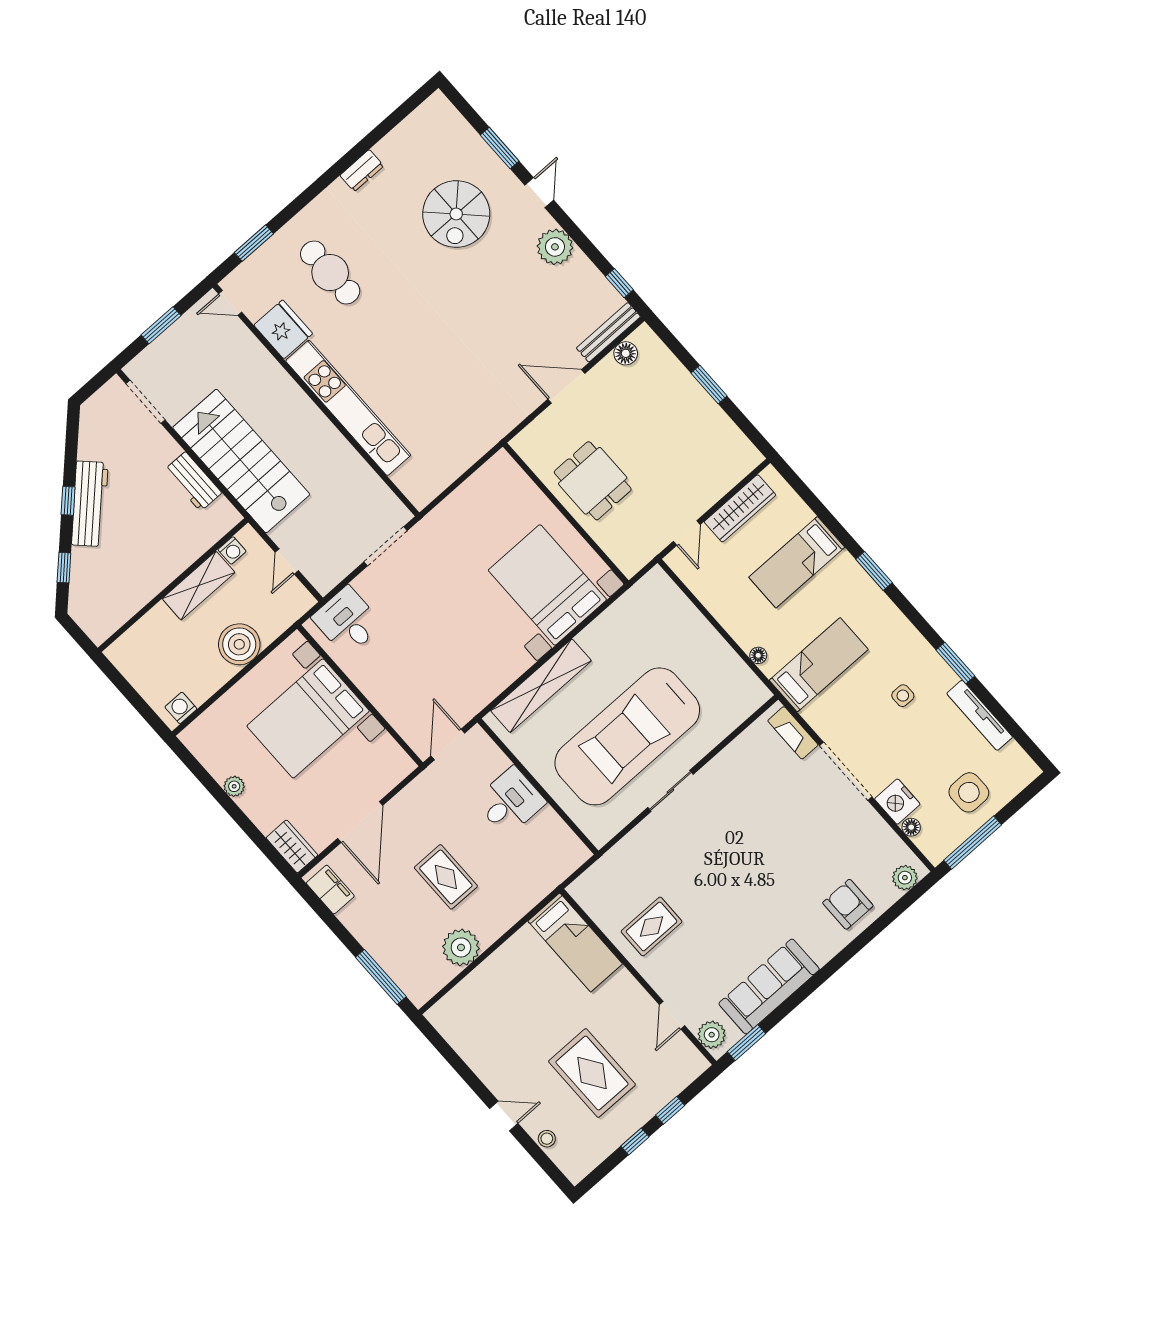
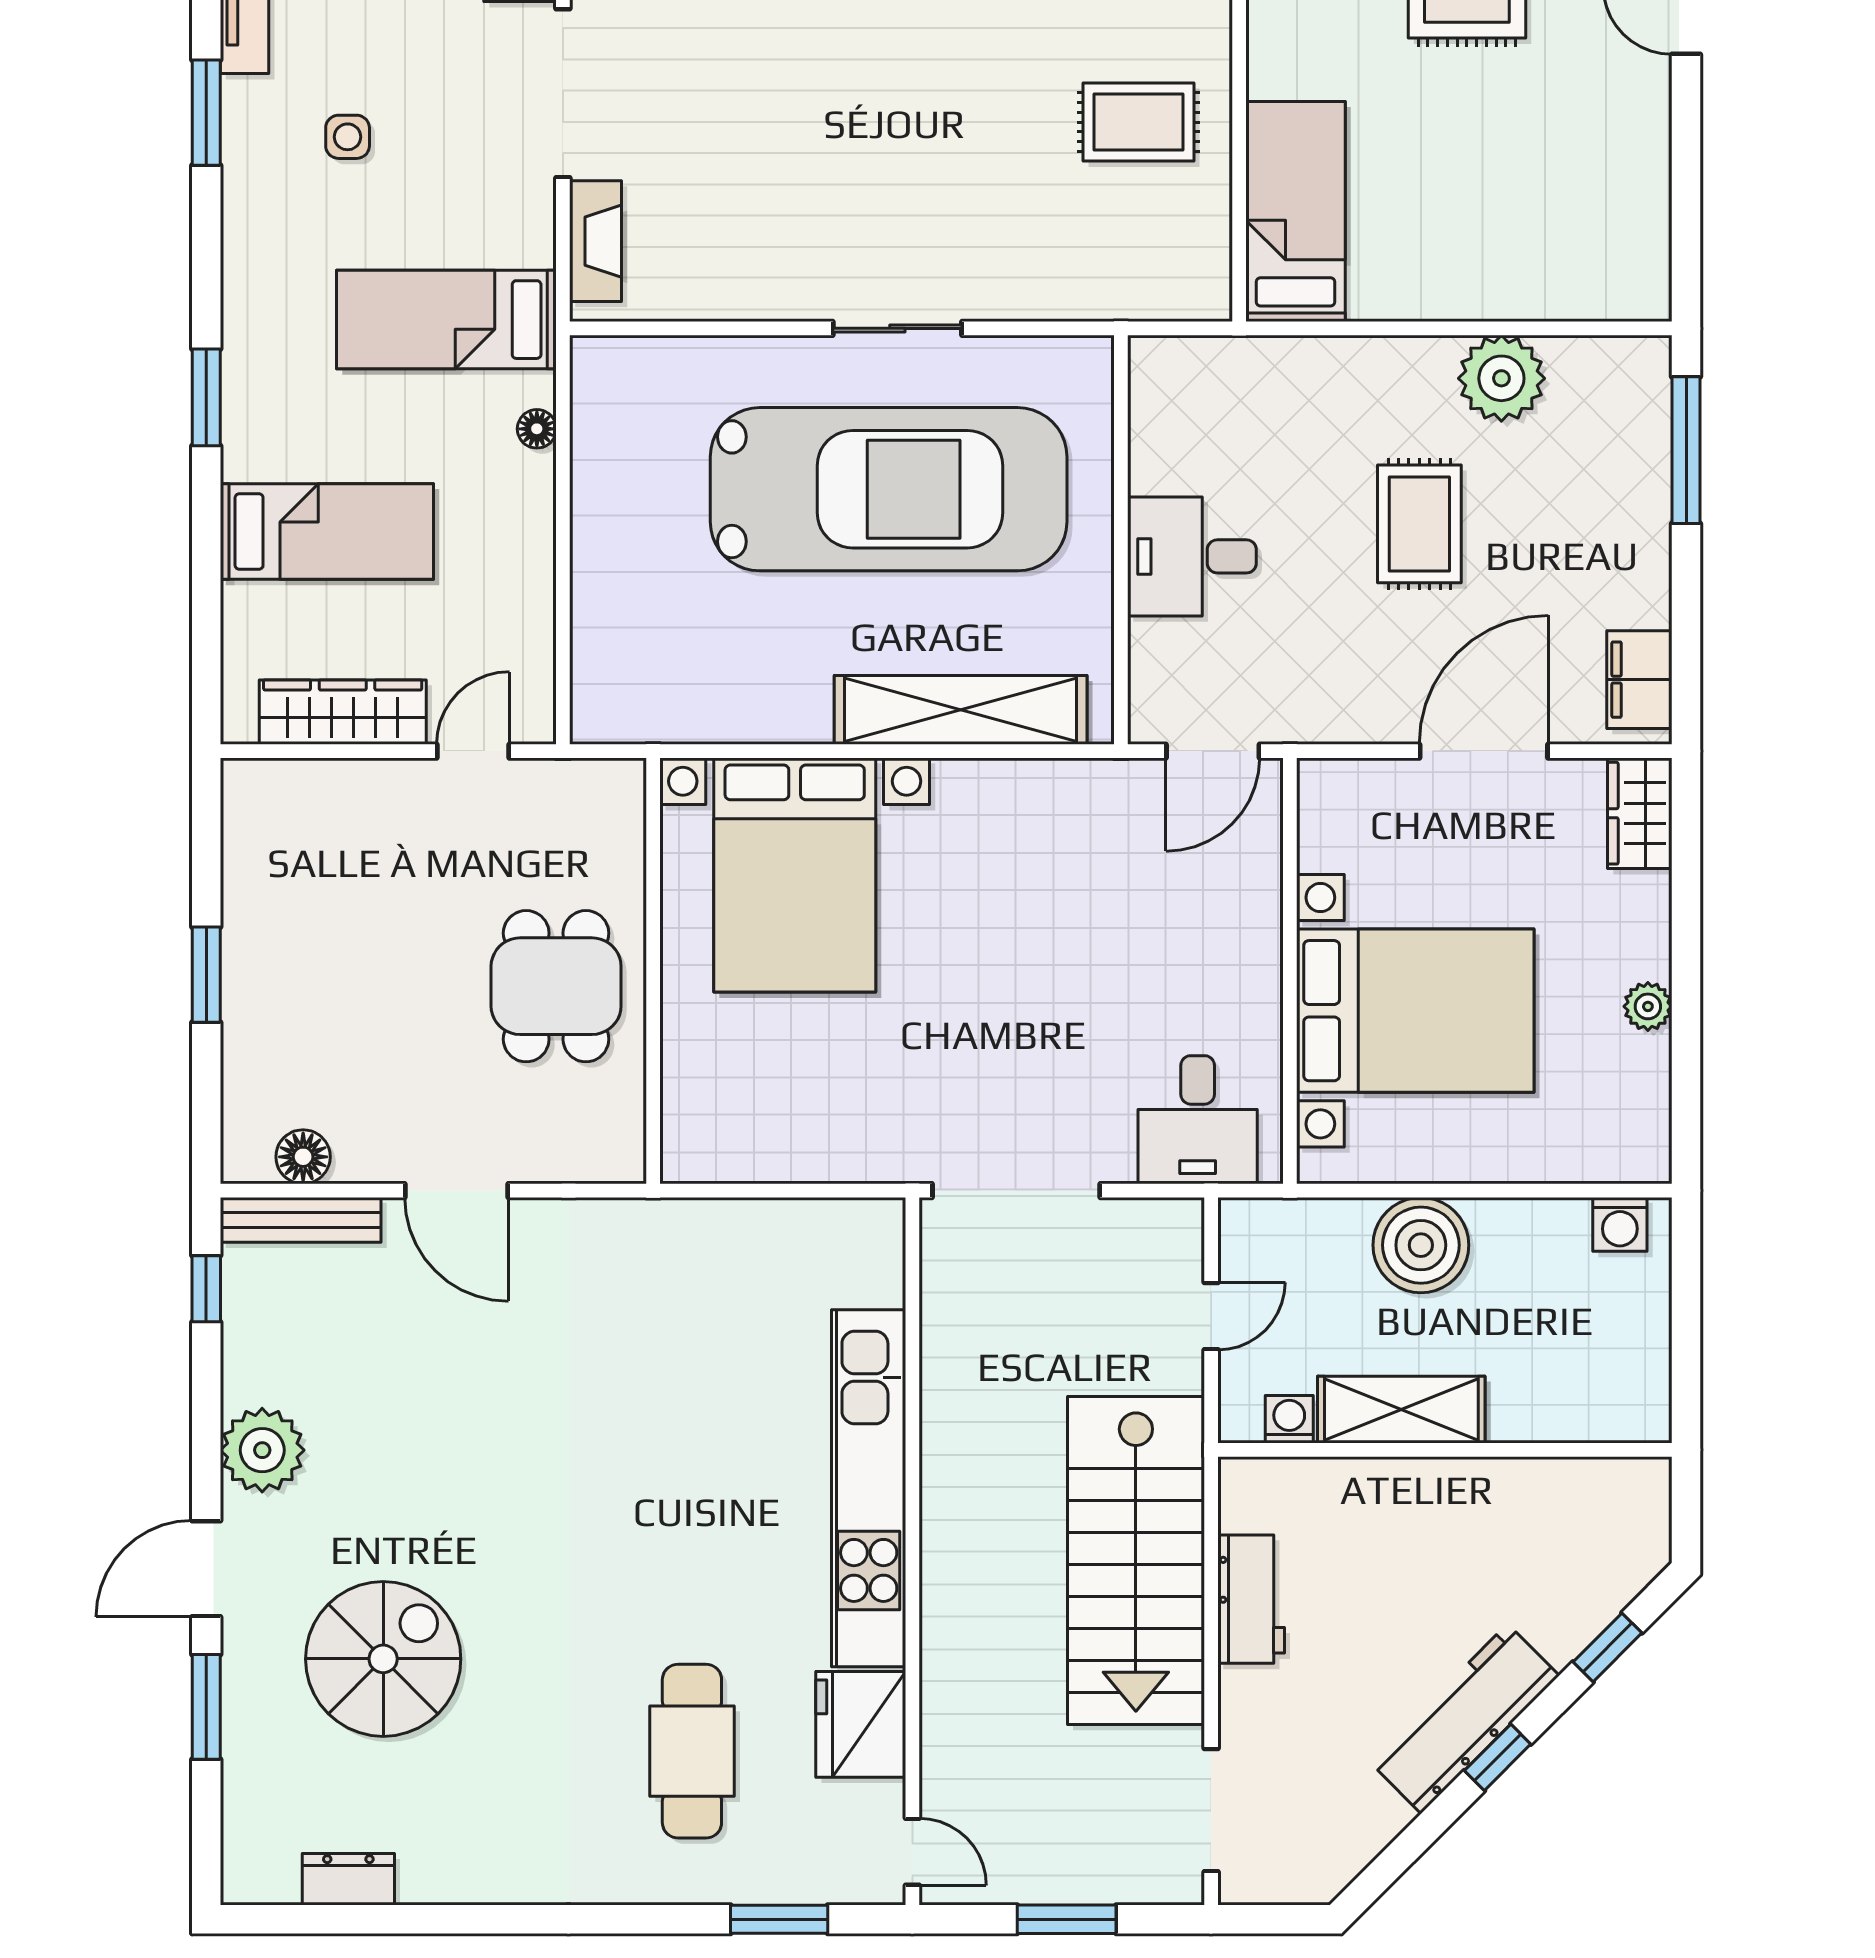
dresser: (362, 171) -> (348, 1879), moved
door: (539, 193) -> (206, 1569), width x1.37
doorway: (386, 546) -> (1016, 1191), width x1.36

